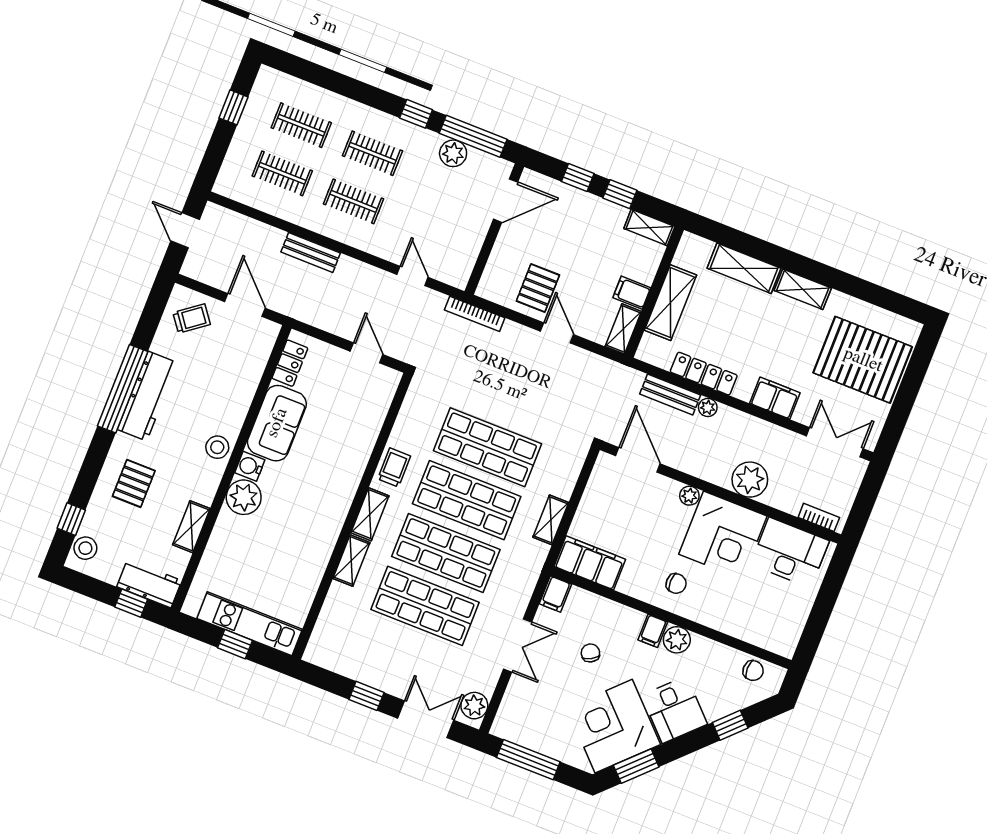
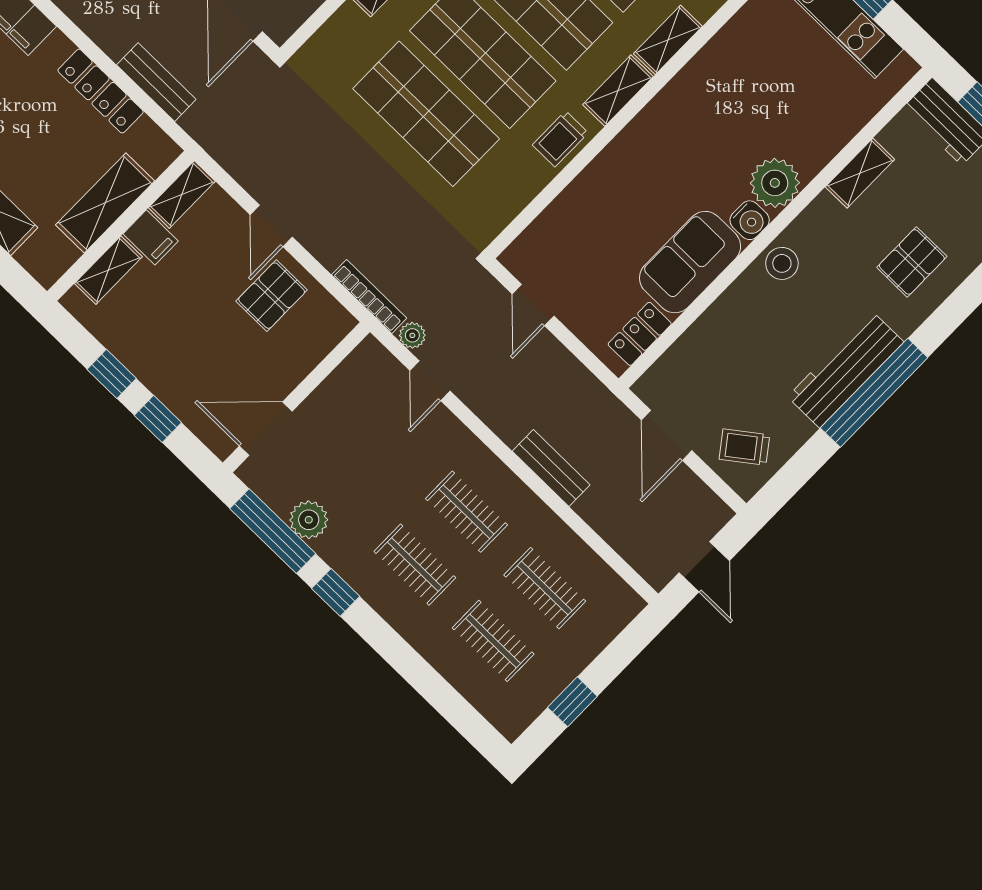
shelving: (649, 227) -> (108, 270), moved, turned 90
plant: (708, 407) -> (412, 335), moved

